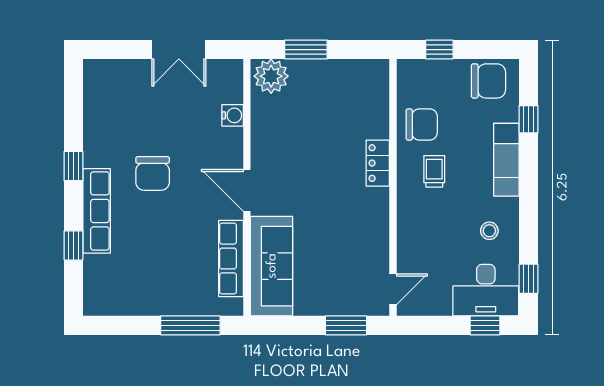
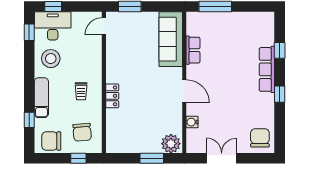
chair: (422, 124) -> (82, 132), moved, turned -95
chair: (153, 173) -> (260, 138), moved
door: (247, 190) -> (184, 91), moved
stool: (489, 231) -> (51, 59), width x1.89, depth x1.89
row of seats: (231, 258) -> (193, 50), width x0.68

